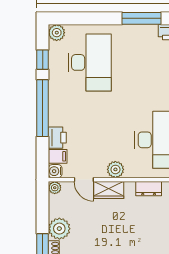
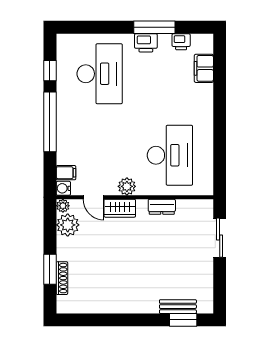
plant: (57, 33) -> (65, 42), removed
printer: (57, 138) -> (146, 43), moved, turned 90
plant: (59, 229) -> (68, 225), moved

